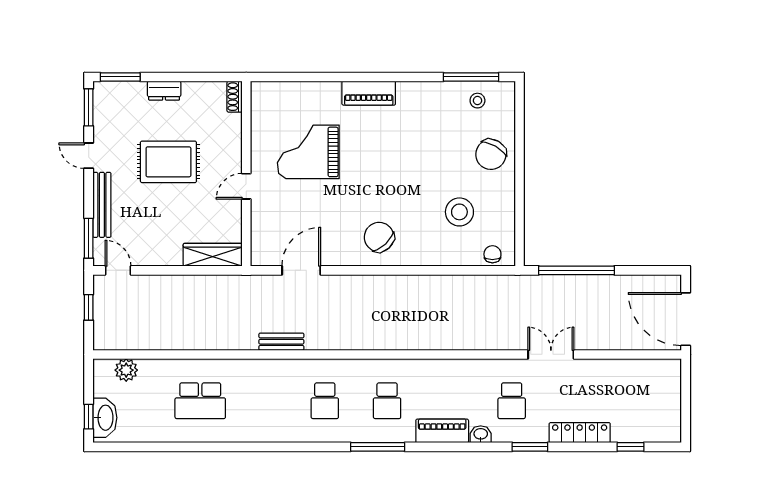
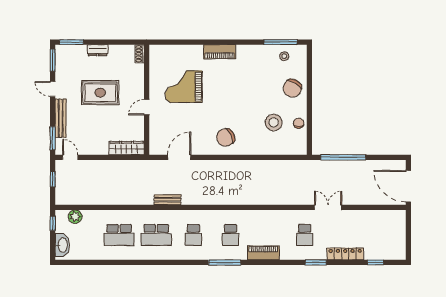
chair: (379, 237) -> (226, 137), turned -73
chair: (492, 254) -> (299, 123), moved
school desk: (263, 401) -> (156, 235), added
window: (89, 417) -> (53, 223), moved
washbasin: (481, 434) -> (286, 255), removed

